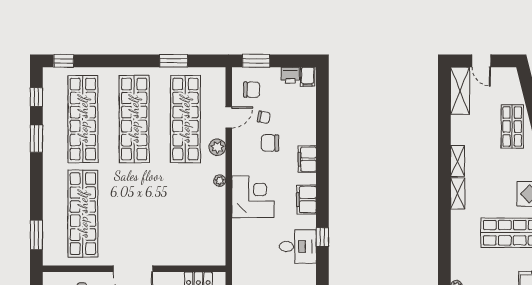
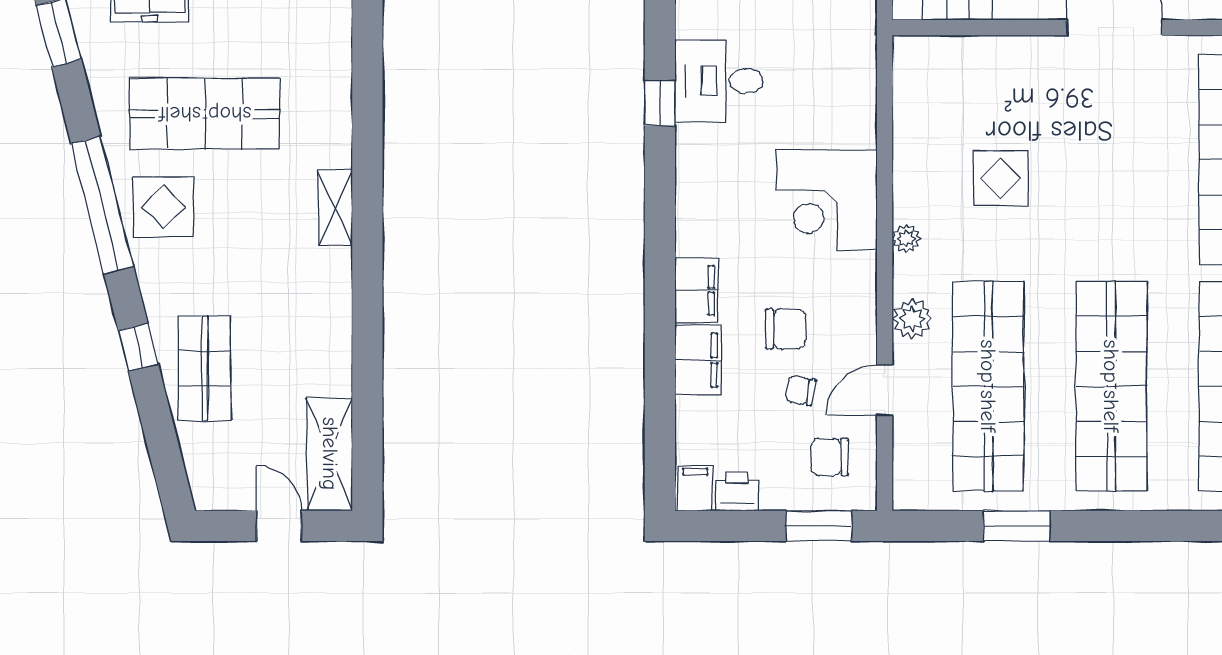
shelving: (458, 161) -> (336, 286), removed
filing cabinet: (306, 200) -> (698, 360), moved
display table: (180, 206) -> (1001, 178), added

